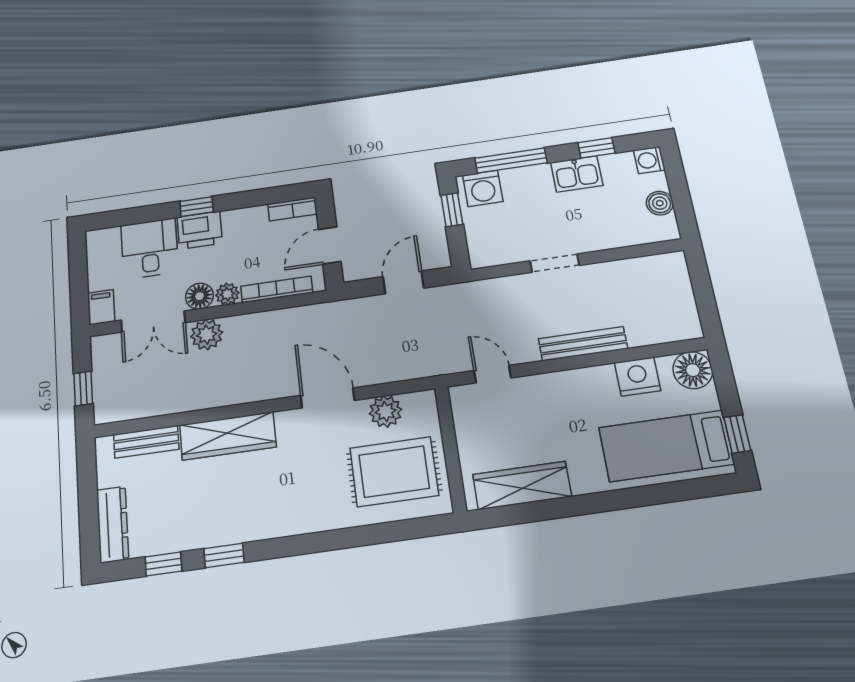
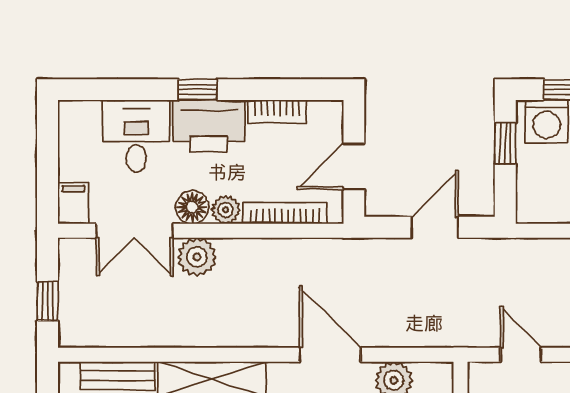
bookcase: (293, 209) -> (277, 112), moved
printer: (200, 230) -> (209, 126), width x1.37, depth x1.19

